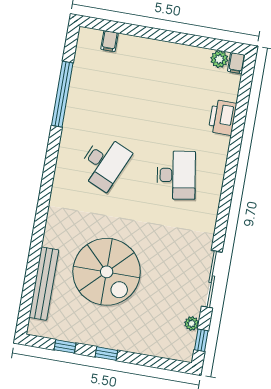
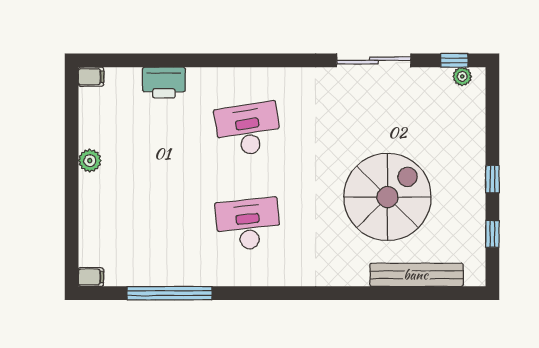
filing cabinet: (109, 41) -> (91, 277), moved
plant: (219, 59) -> (90, 161), moved
desk: (104, 163) -> (248, 224), turned -30
plant: (192, 323) -> (462, 76), moved

